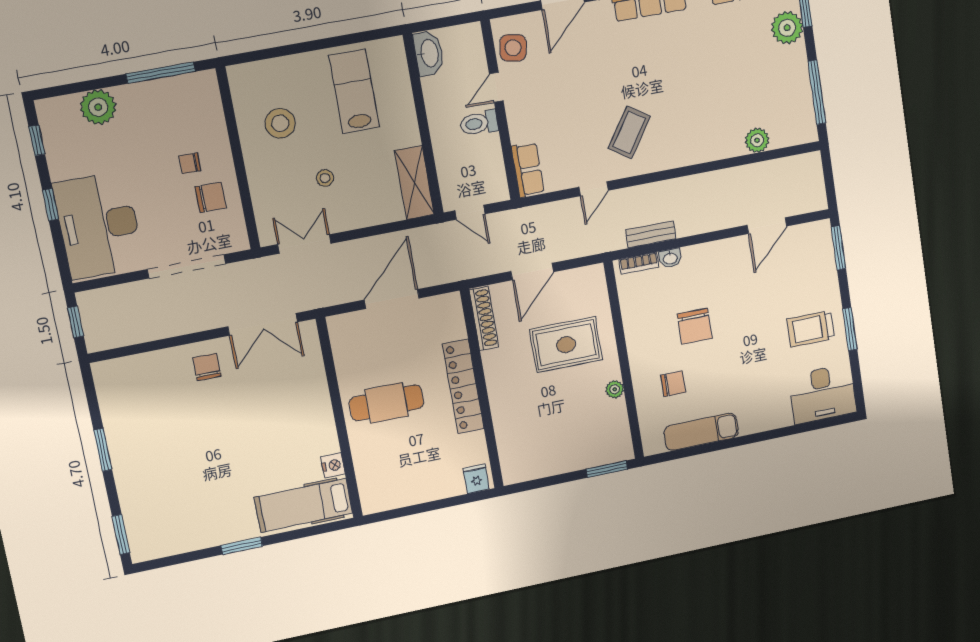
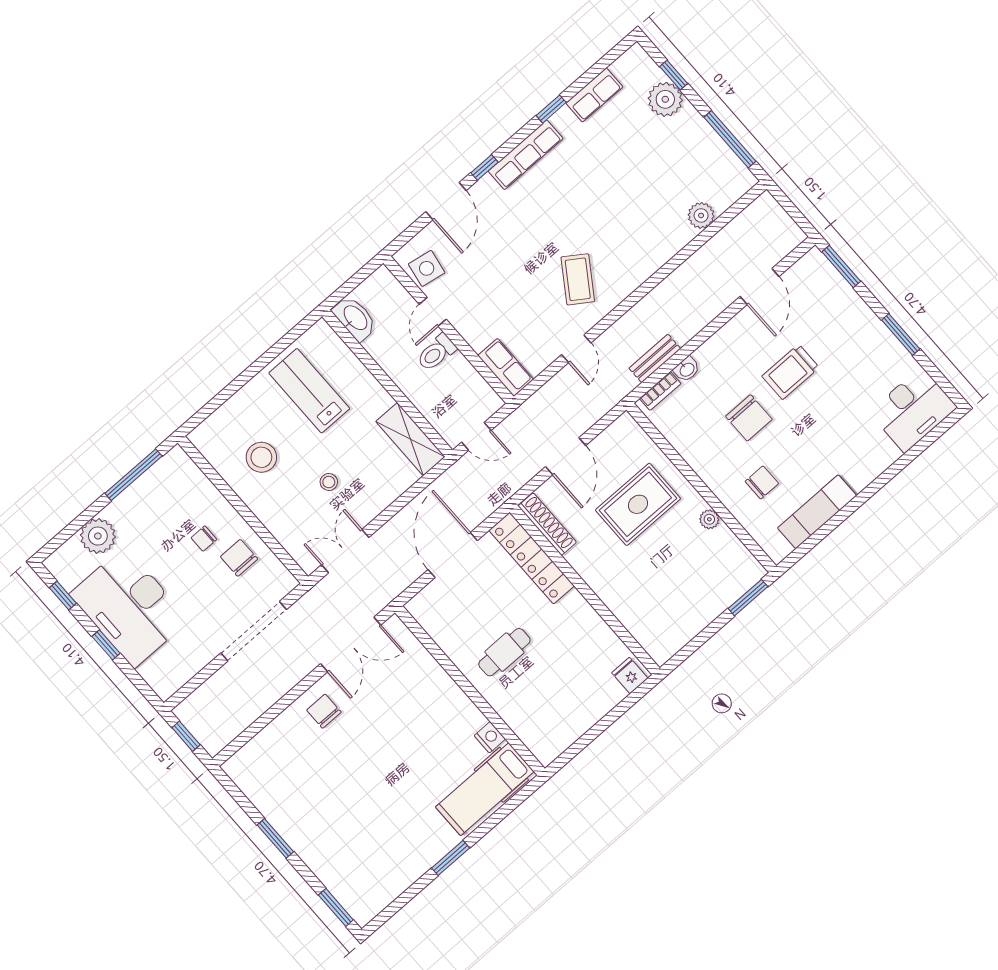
chair: (211, 197) -> (239, 558), turned -90
desk: (99, 225) -> (129, 607), moved
trolley: (811, 329) -> (791, 372), moved
locker: (463, 386) -> (532, 558), moved
cafe table: (387, 403) -> (504, 652), width x0.73, depth x0.74

